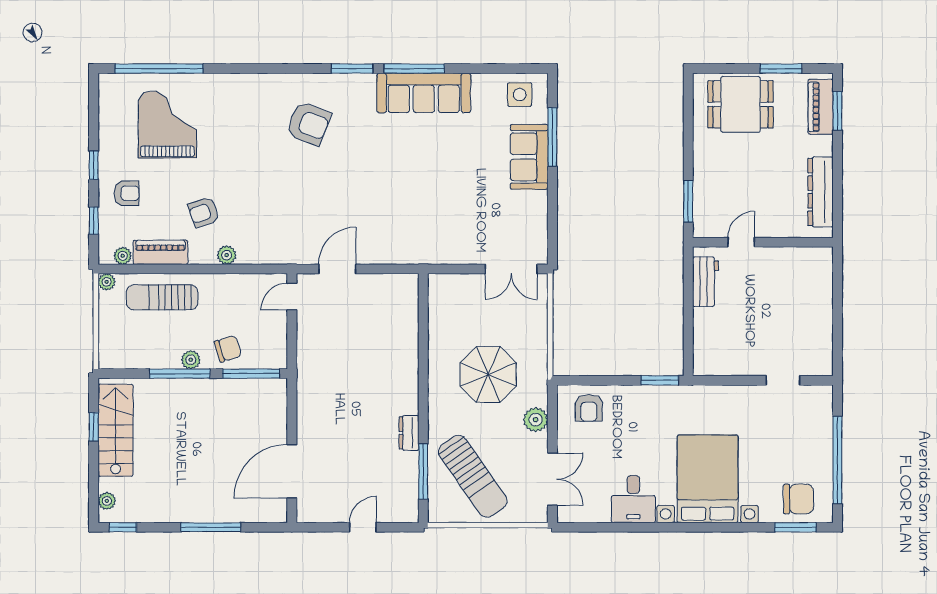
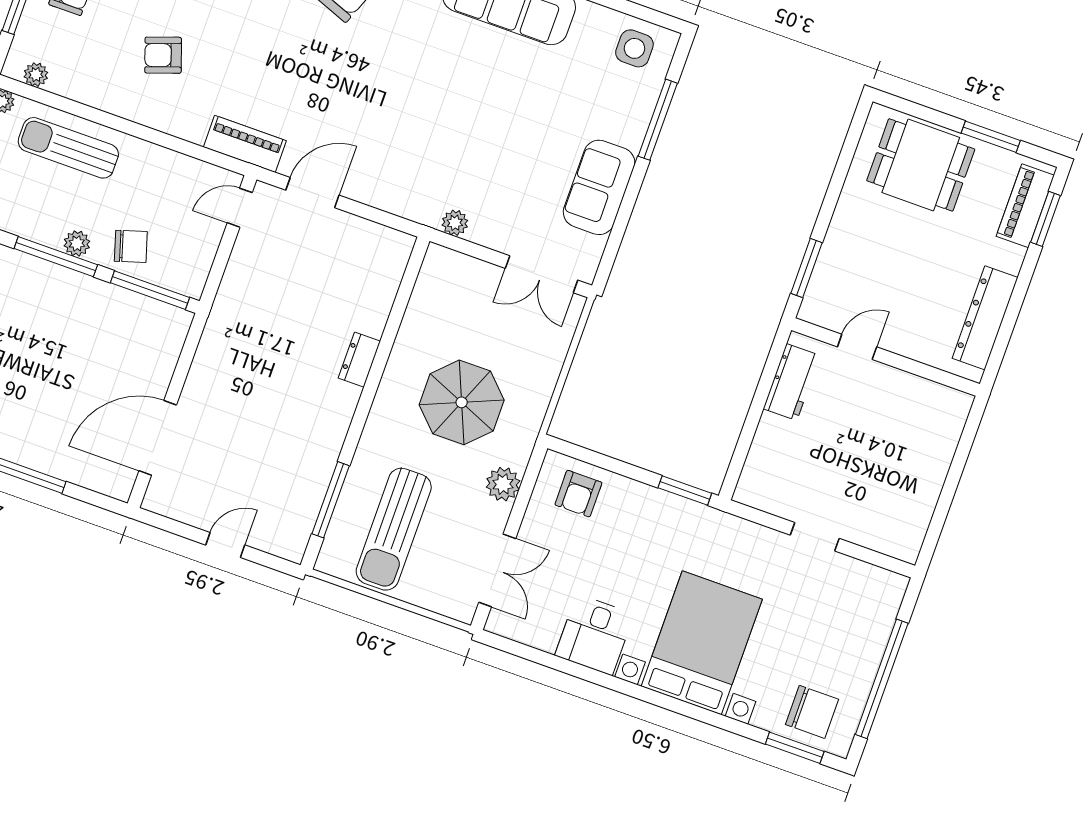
sofa: (529, 157) -> (599, 187), moved
piano: (160, 252) -> (245, 144), moved
plant: (227, 255) -> (455, 223), moved
doorway: (783, 380) -> (815, 537), moved
dresser: (409, 433) -> (359, 360), moved
sun lounger: (473, 476) -> (394, 529), turned 35

